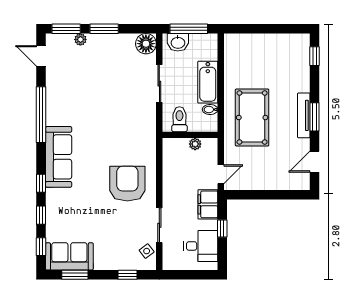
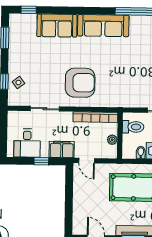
bookcase: (168, 165) -> (95, 117), added
window: (41, 183) -> (81, 11), removed
window: (41, 215) -> (55, 10), removed
side table: (147, 251) -> (18, 83), moved
sofa: (69, 256) -> (57, 26), moved, turned 90

